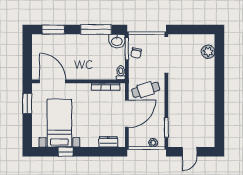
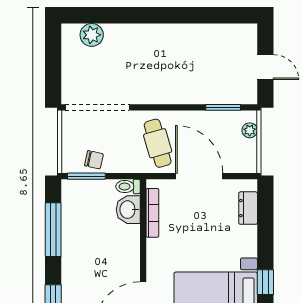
washbasin: (117, 41) -> (128, 210), moved, turned 180

